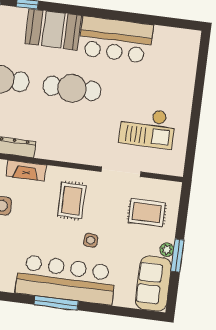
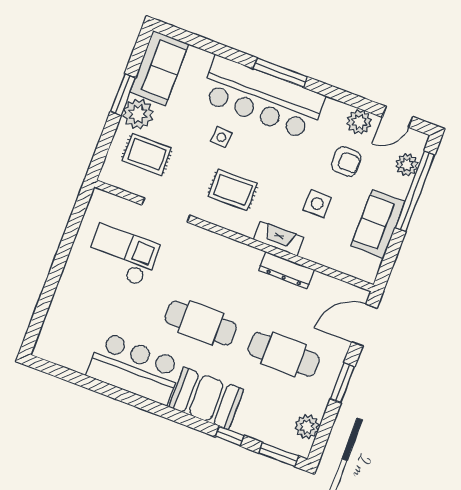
rug: (72, 200) -> (233, 190), turned 90
plant: (167, 250) -> (138, 114), width x1.87, depth x1.87

